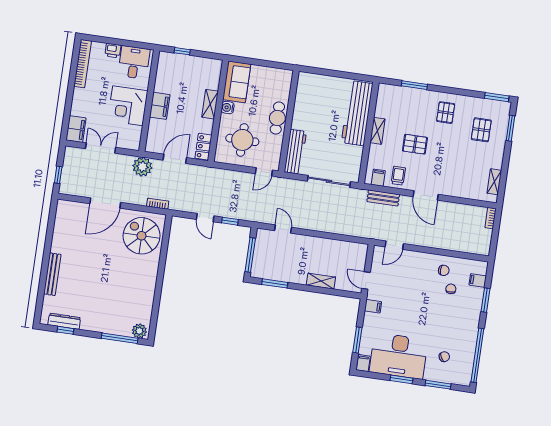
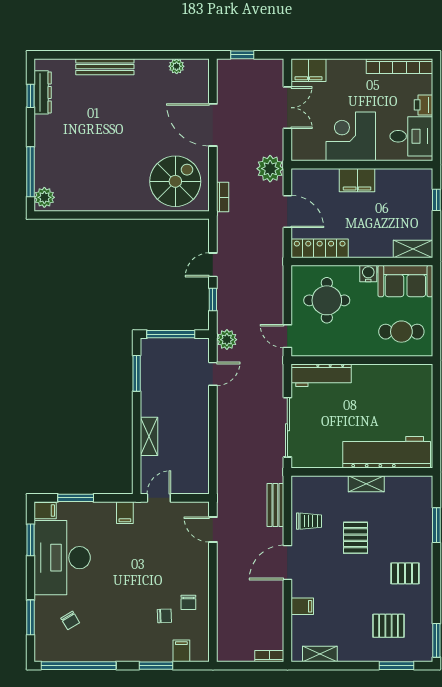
shelving: (210, 104) -> (413, 249), moved
cafe table: (277, 118) -> (401, 332), moved
locker: (203, 147) -> (320, 248), width x1.53
filing cabinet: (378, 178) -> (302, 606), moved
plant: (260, 215) -> (227, 340), added
plant: (59, 223) -> (177, 66), added
window: (401, 379) -> (30, 540), moved

